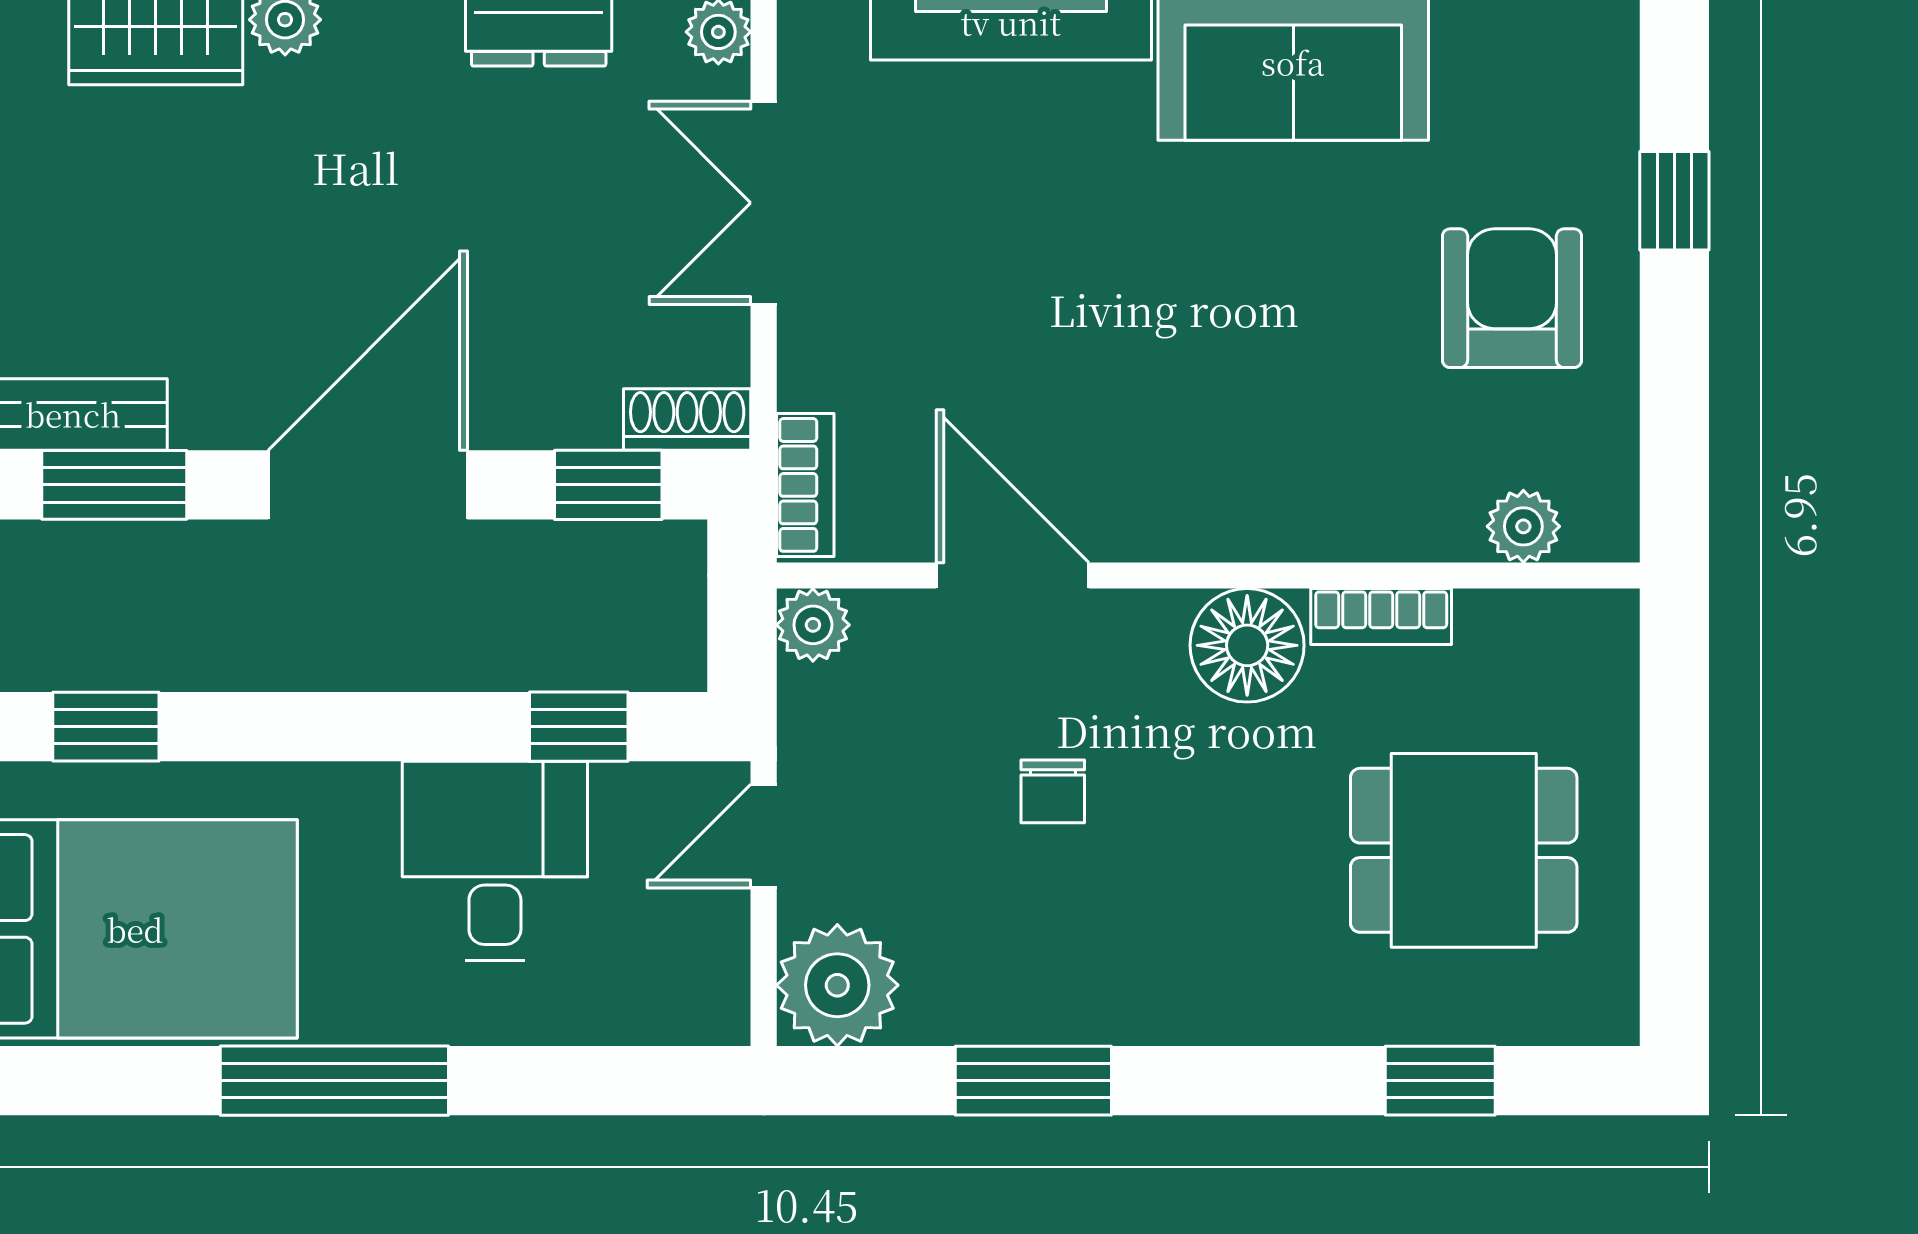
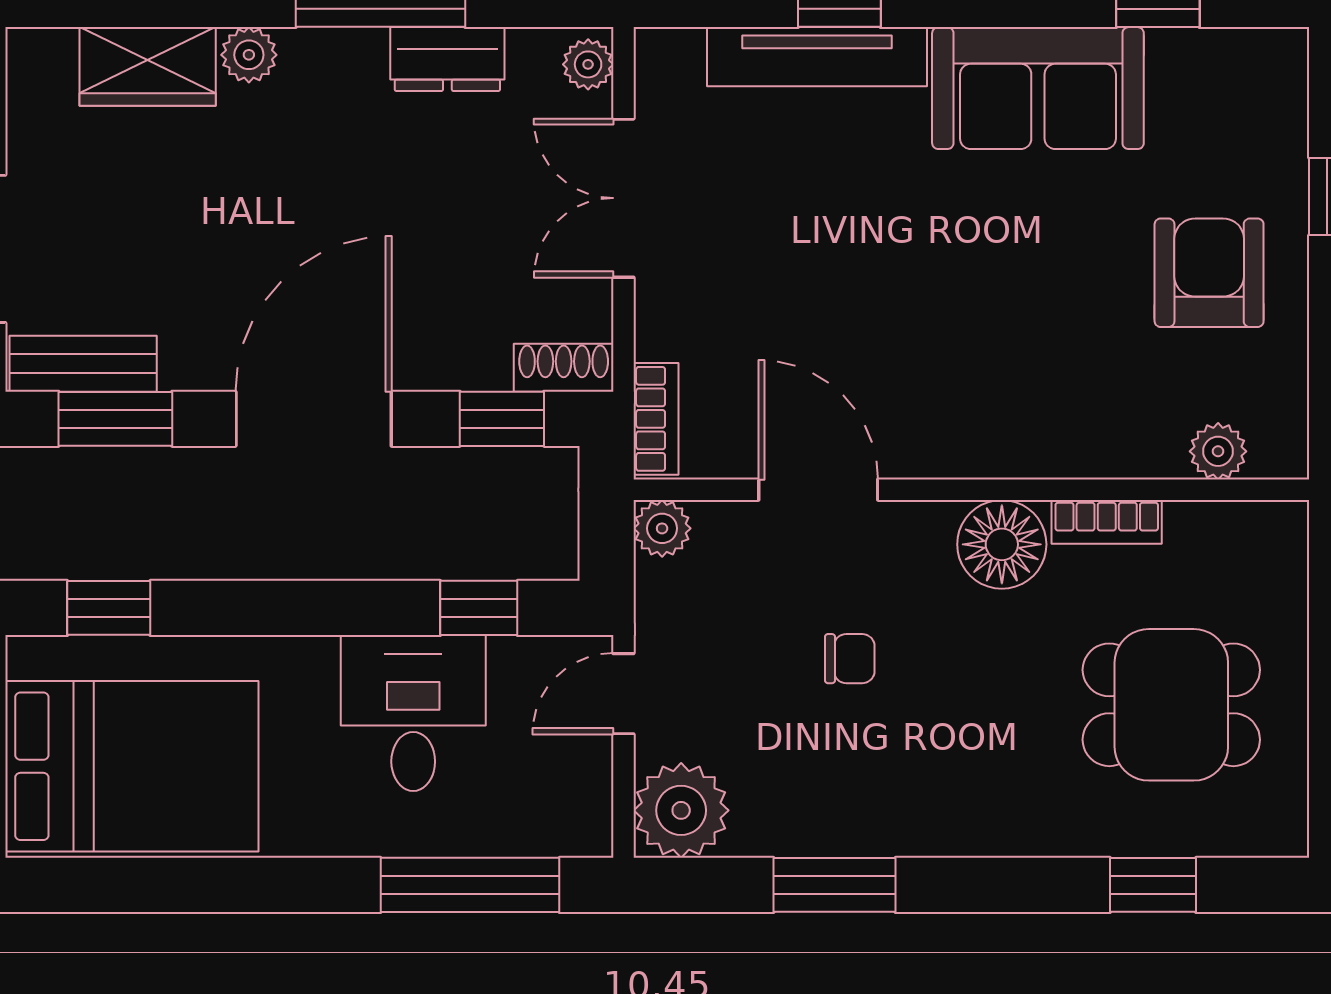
chair: (1053, 791) -> (850, 659), turned -90
window: (334, 1081) -> (470, 885), moved

